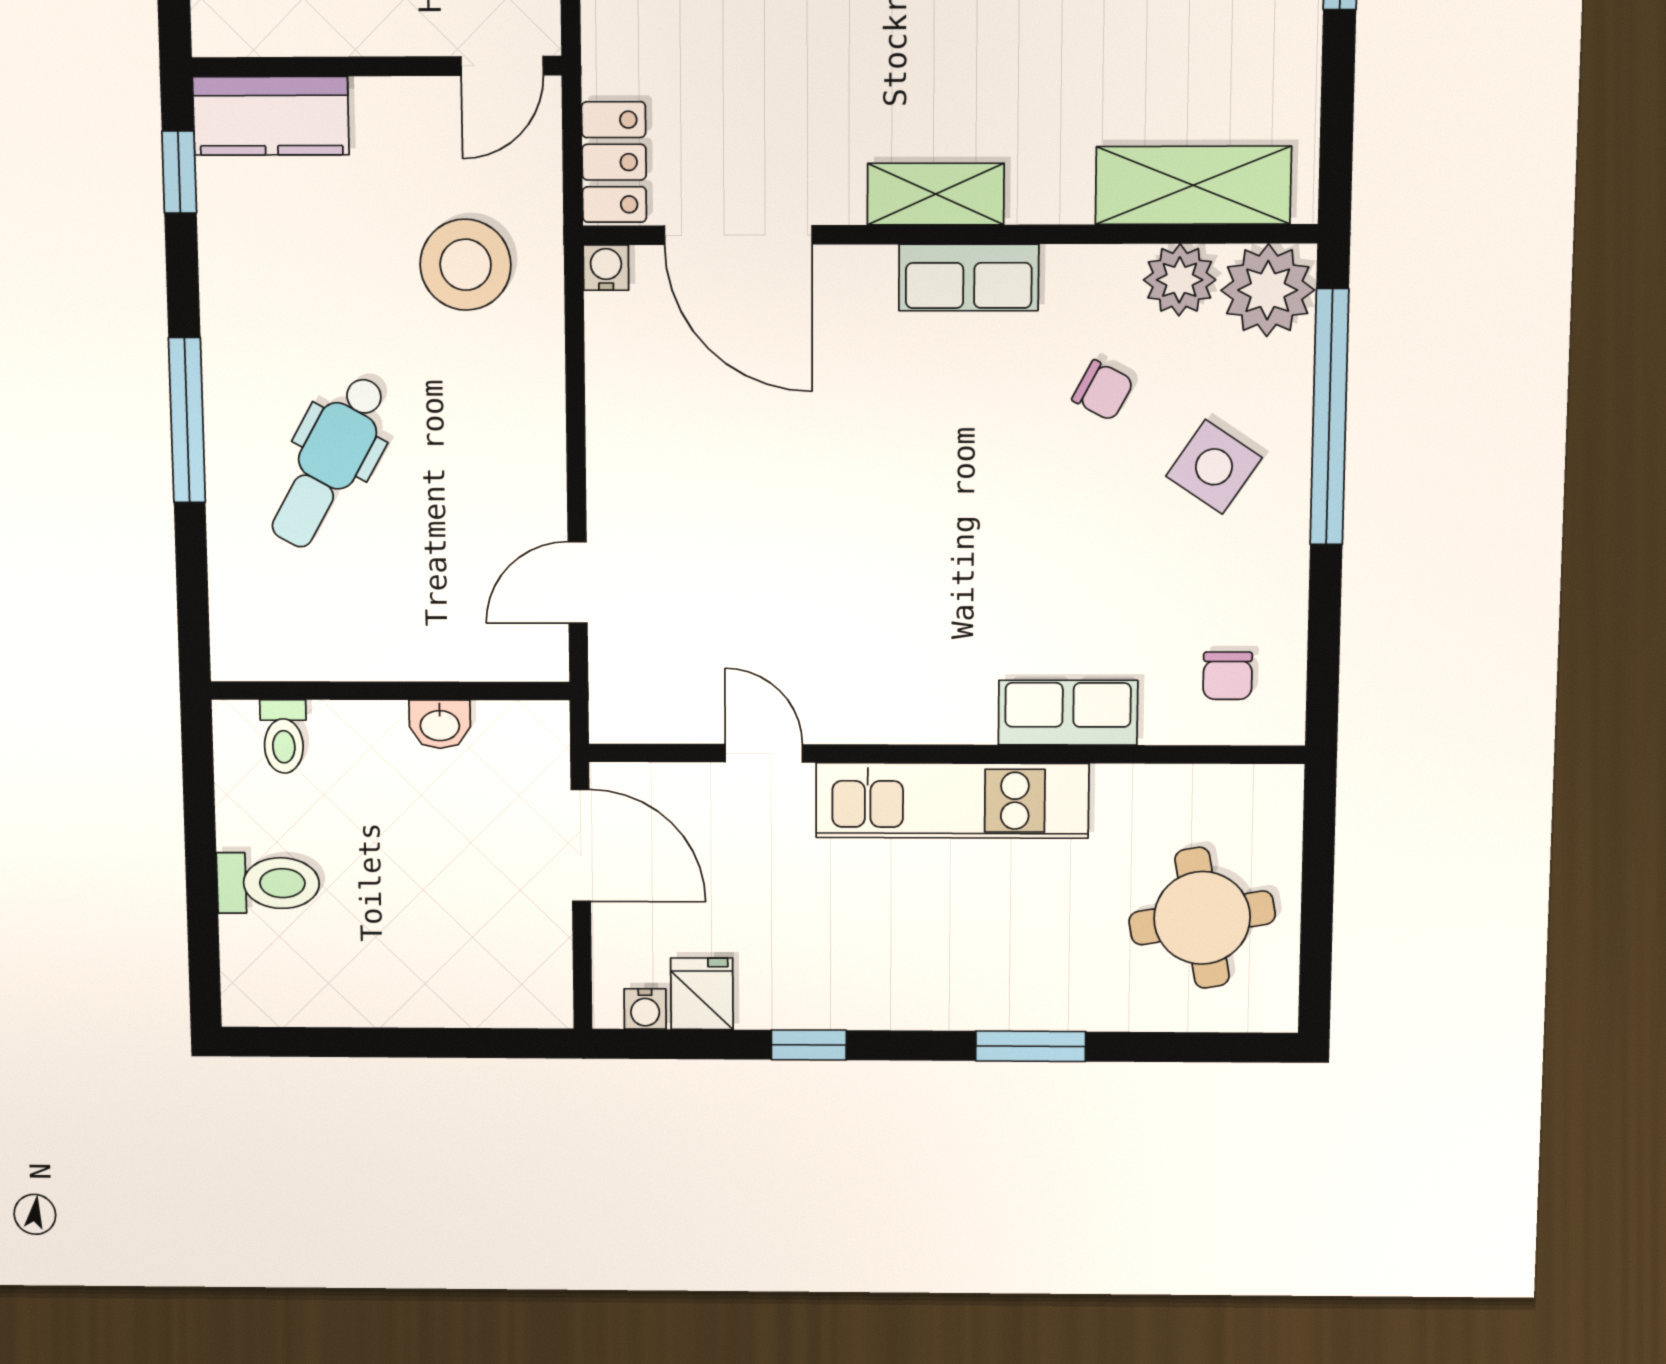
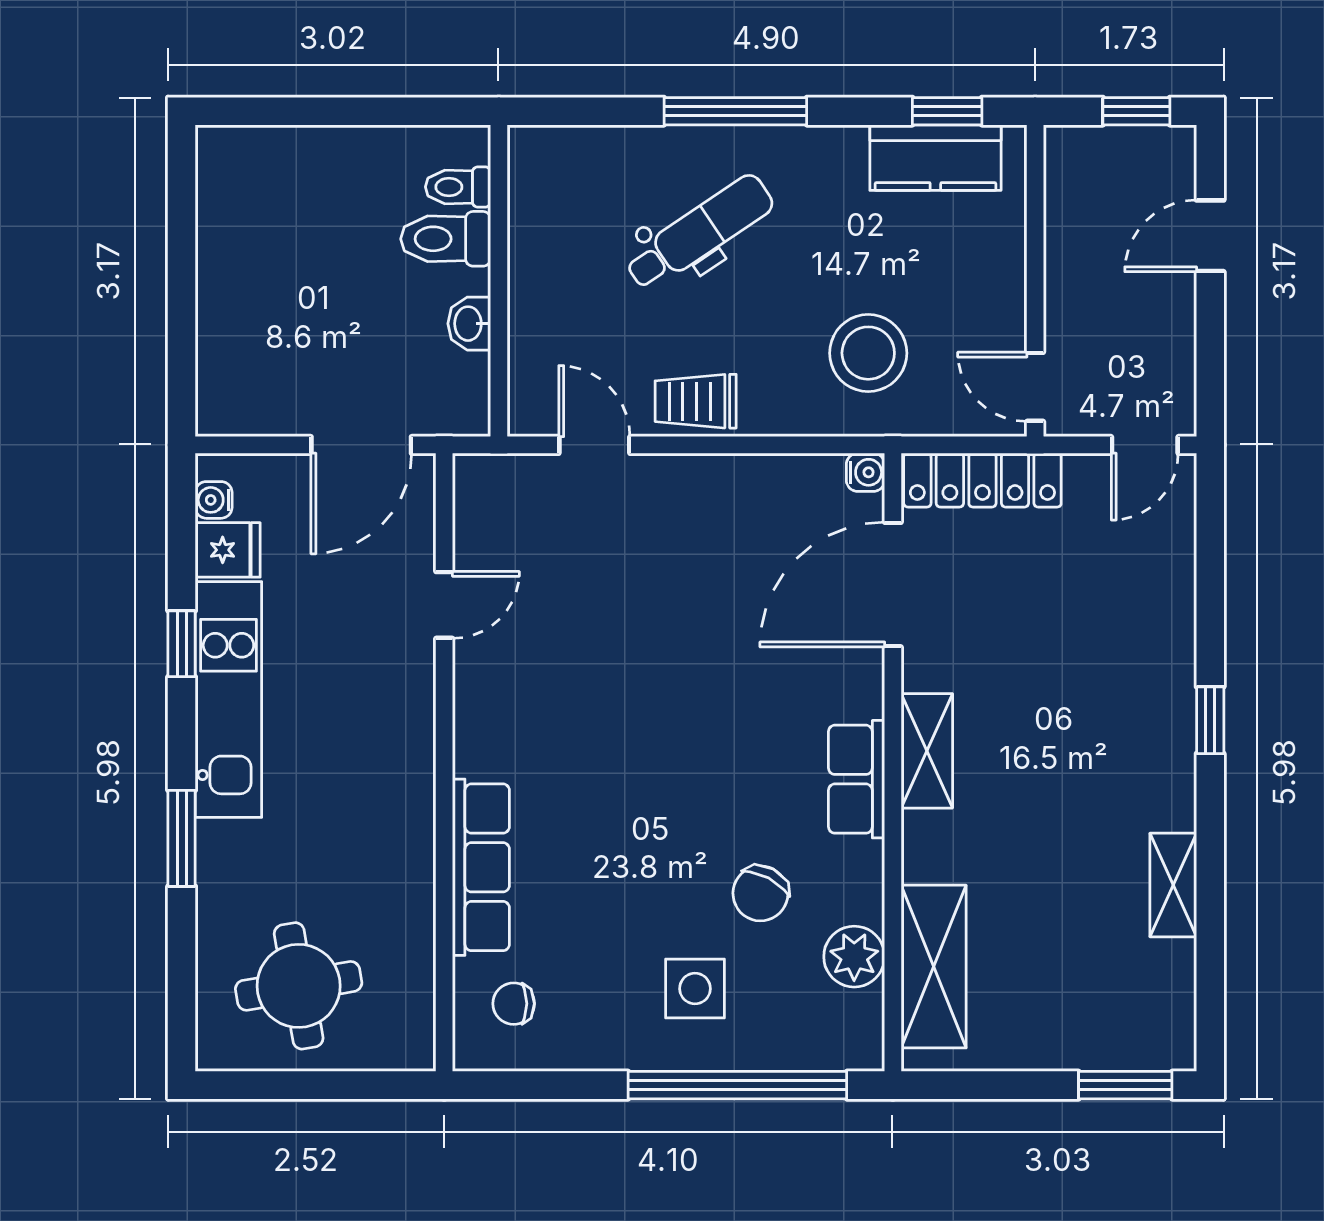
kitchen counter: (271, 116) -> (935, 158), moved, turned -90
locker: (614, 162) -> (982, 480), width x1.53
plant: (1268, 290) -> (845, 1031), removed
chair: (1103, 390) -> (760, 893), width x1.37, depth x1.37
dental chair: (329, 462) -> (699, 233), turned 117
trolley: (525, 466) -> (696, 401), added
side table: (1214, 467) -> (695, 989), turned -34
row of seats: (1068, 713) -> (481, 867), width x1.48
kitchen unit: (952, 801) -> (228, 699), moved, turned 180
toilet: (268, 883) -> (446, 239), moved, turned 90

